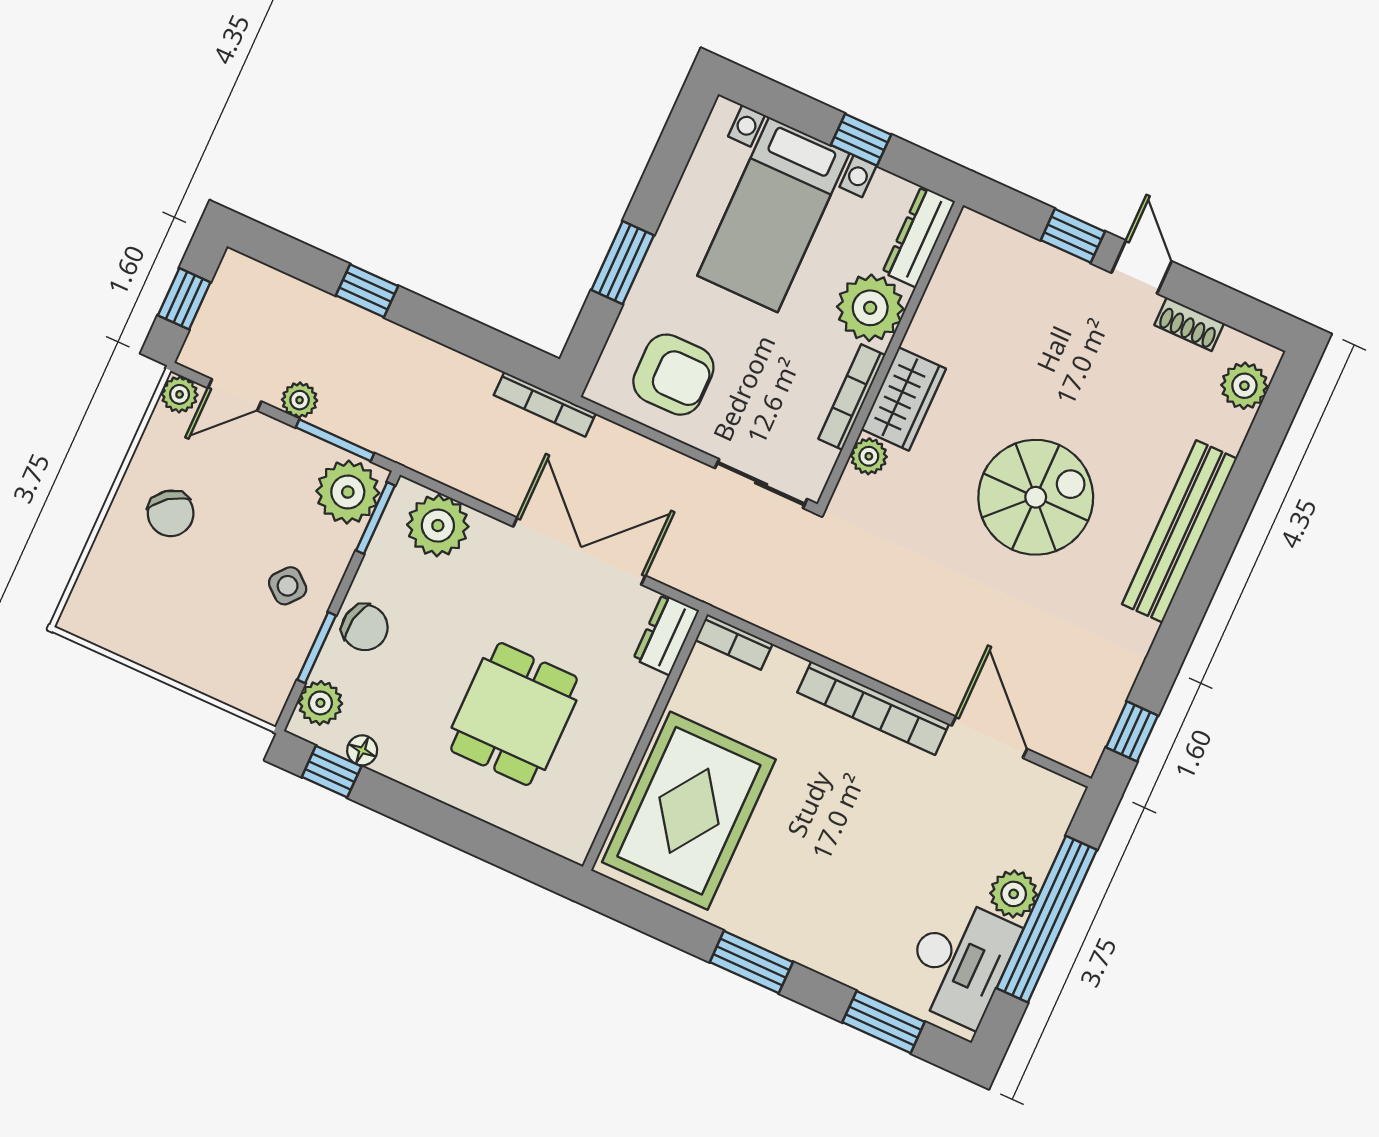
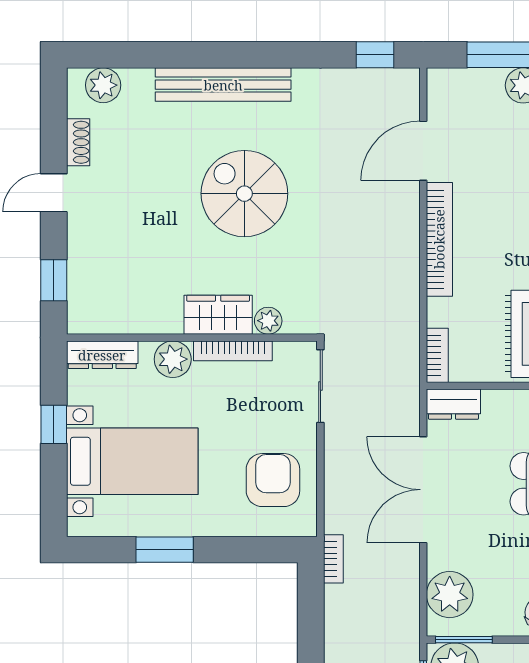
window: (1073, 236) -> (54, 280), moved
window: (623, 263) -> (165, 550), moved
plant: (870, 308) -> (173, 359), width x0.73, depth x0.73
bookcase: (545, 404) -> (333, 559), width x0.64

